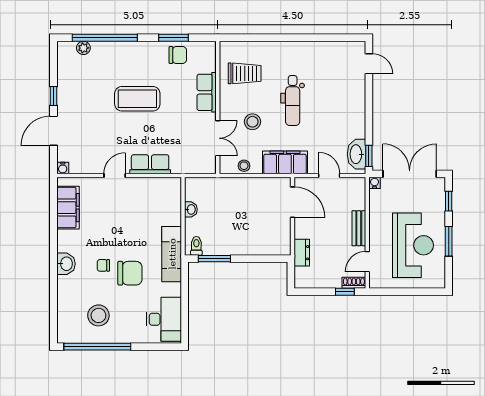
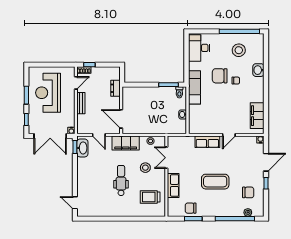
chair: (83, 81) -> (248, 192), added
washbasin: (66, 264) -> (258, 70), moved

